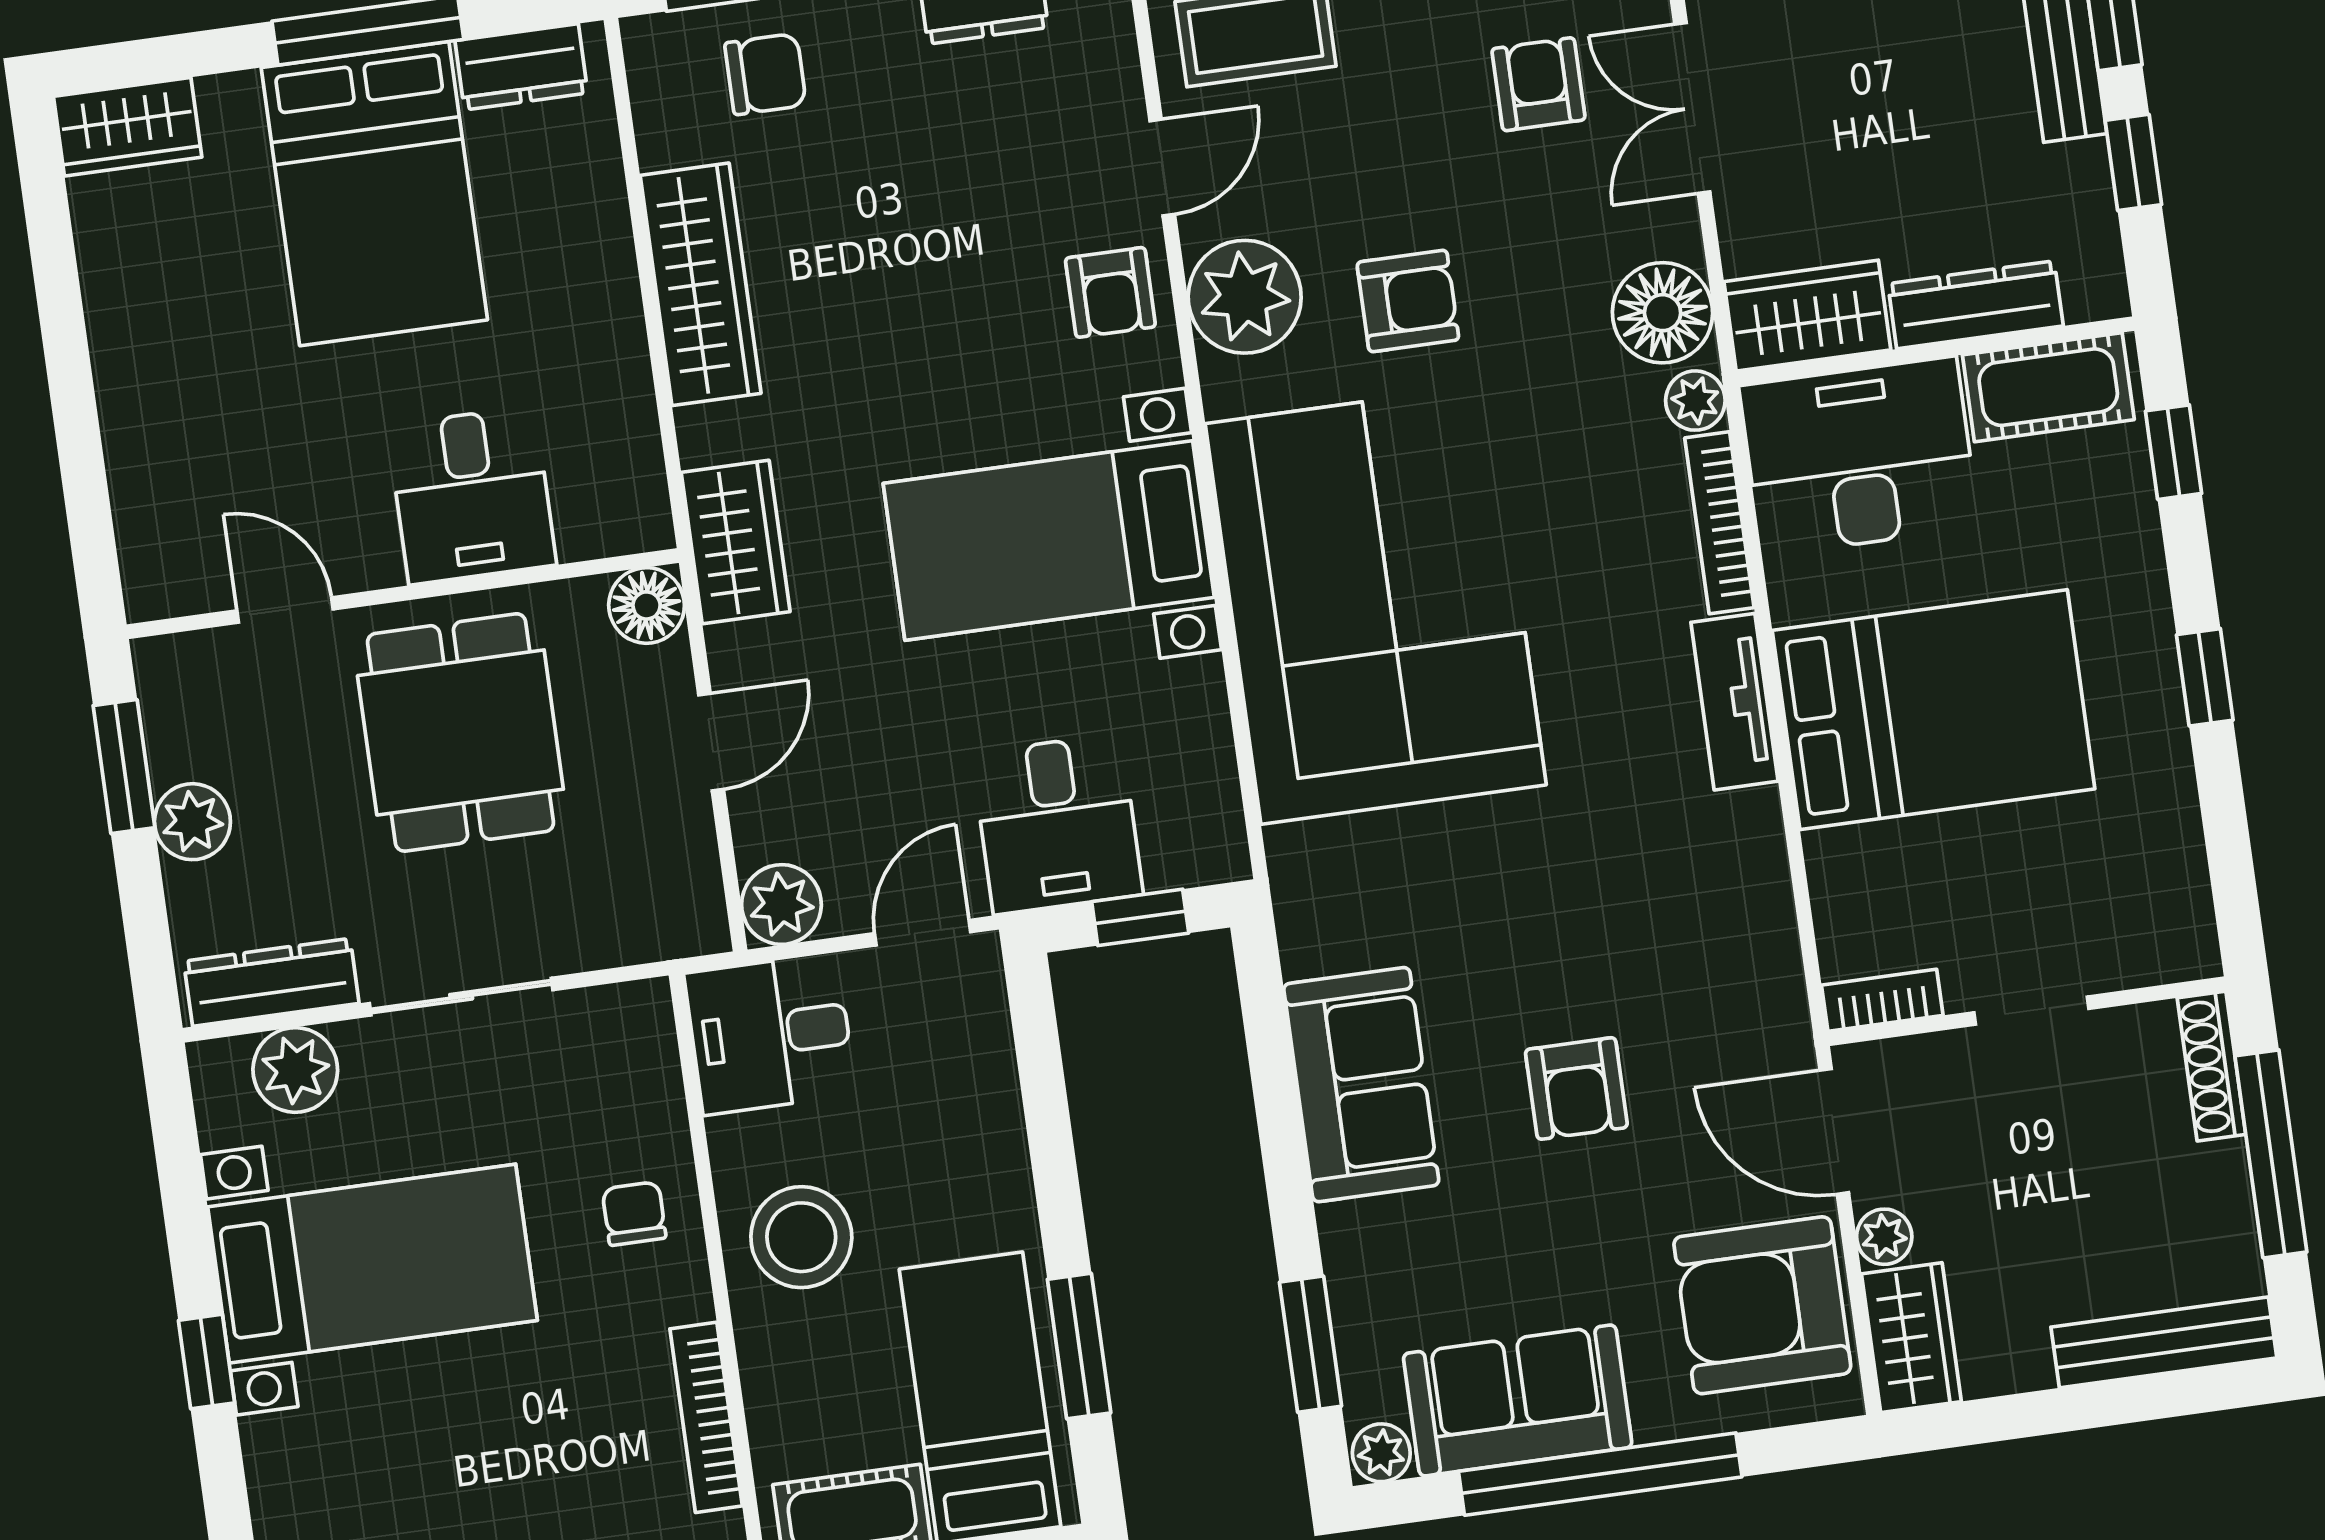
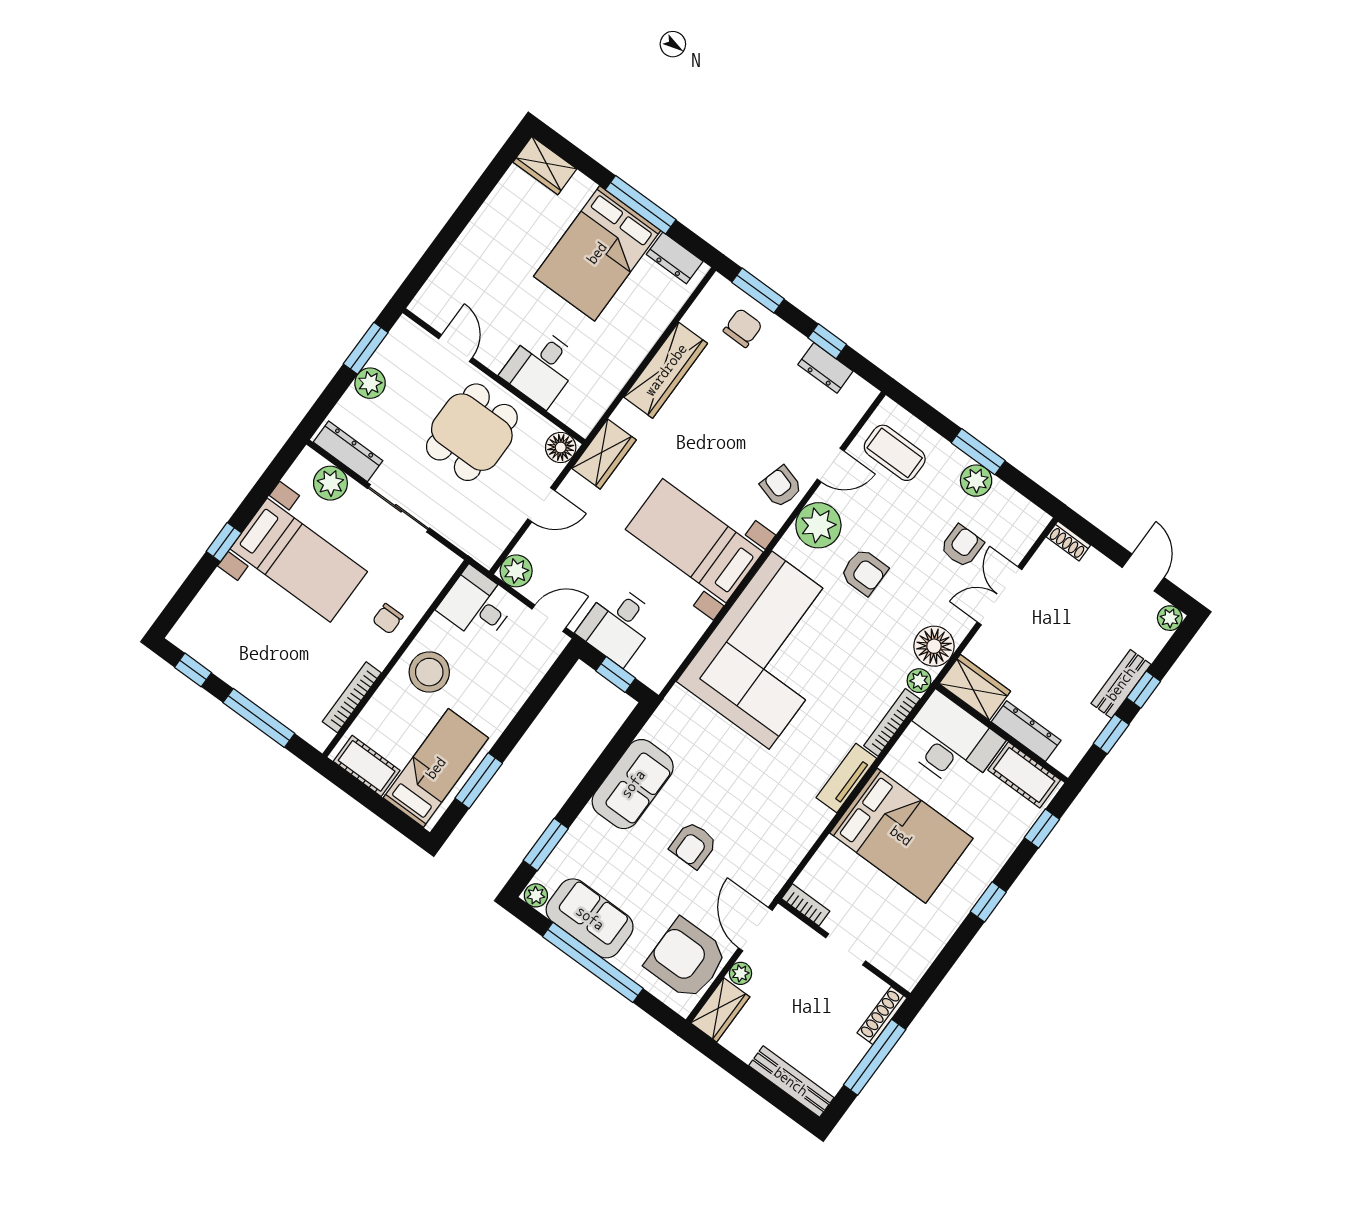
chair: (765, 74) -> (743, 328), turned -90
armchair: (1110, 292) -> (781, 487), turned 106
chair: (634, 1214) -> (388, 619), turned 180

